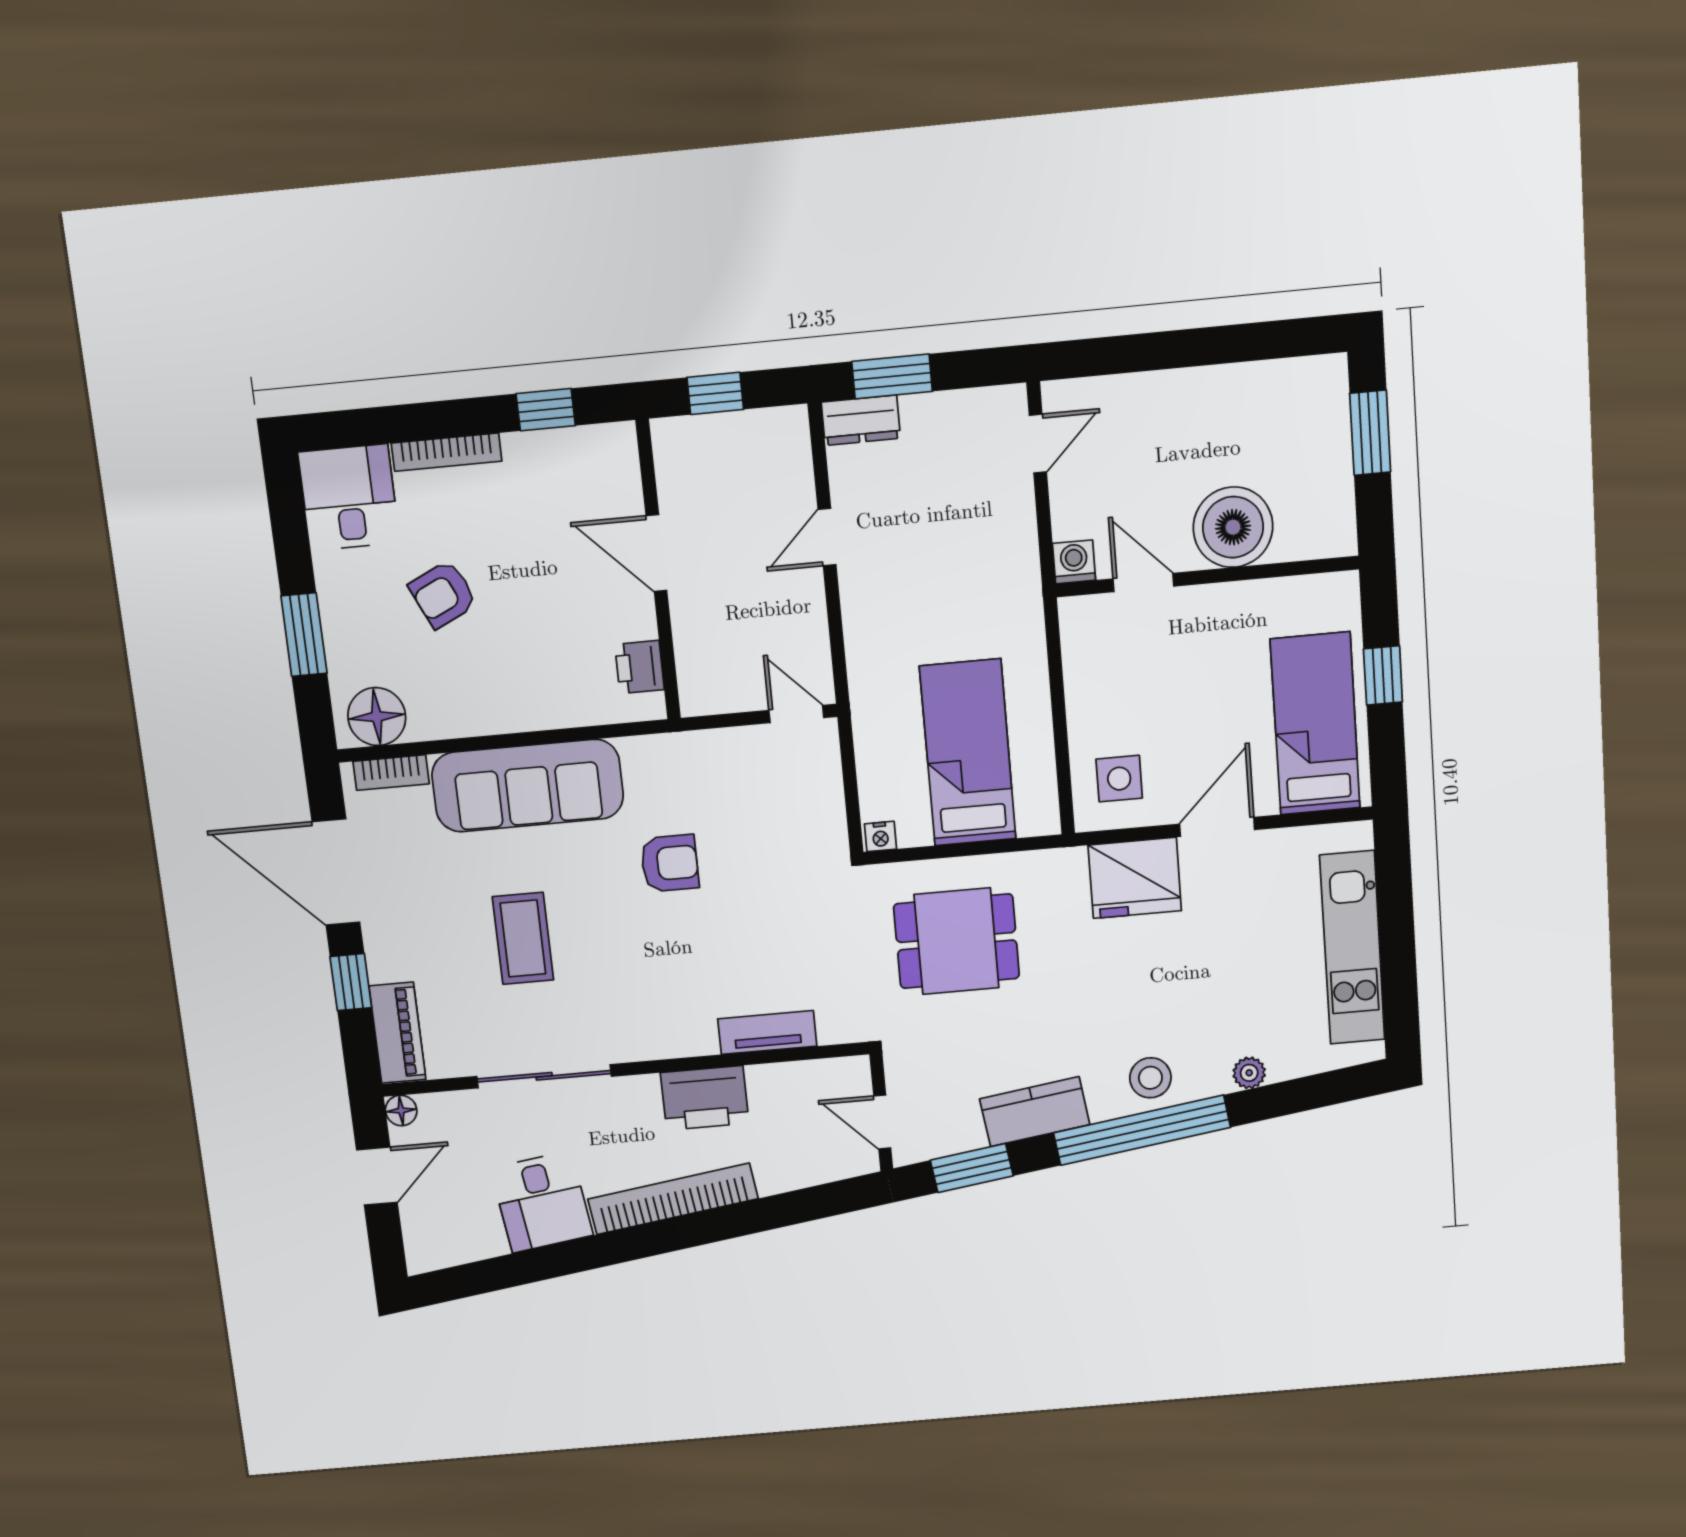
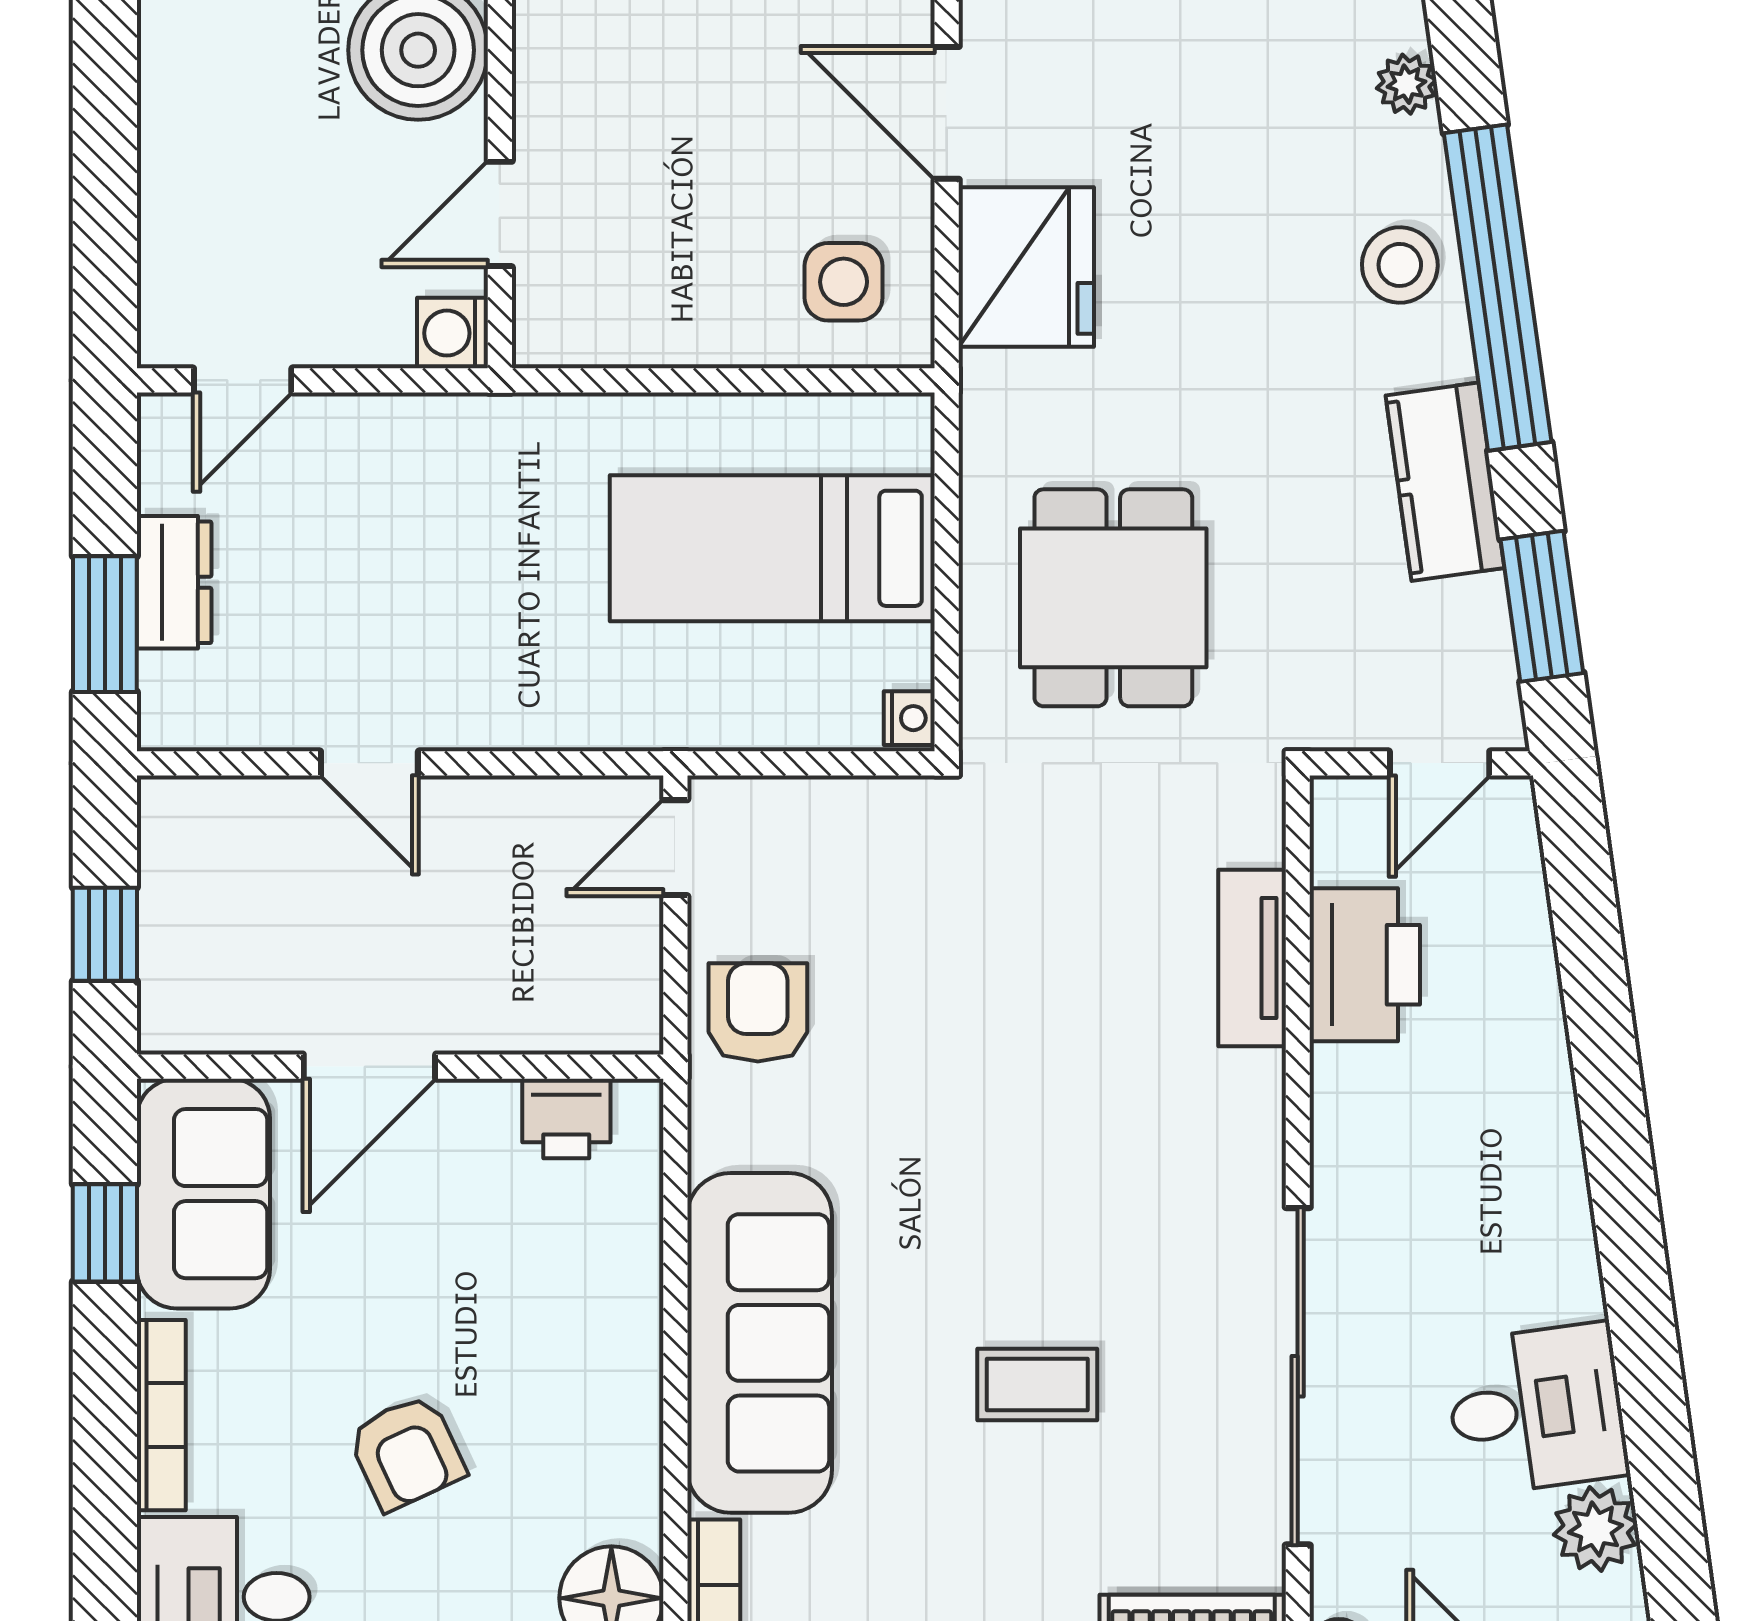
dresser: (861, 420) -> (174, 582), moved
door: (1038, 444) -> (243, 380), swing flipped
sofa: (574, 465) -> (203, 1194), added
armchair: (670, 863) -> (758, 1012), moved
coffee table: (523, 938) -> (1037, 1384), width x0.73, depth x0.77
sliding door: (544, 1076) -> (1298, 1376), width x1.36
printer: (705, 1098) -> (1365, 965), moved
bookcase: (673, 1199) -> (1552, 1165), removed
plant: (482, 1238) -> (1596, 1529), added

